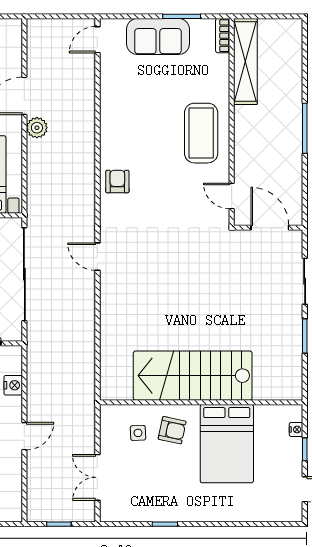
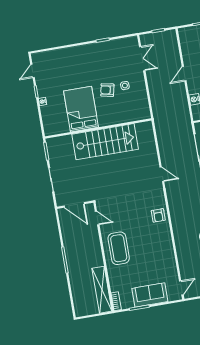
stairs: (193, 376) -> (105, 142), moved
wall: (201, 402) -> (98, 128), moved
bed: (227, 444) -> (81, 109), moved

